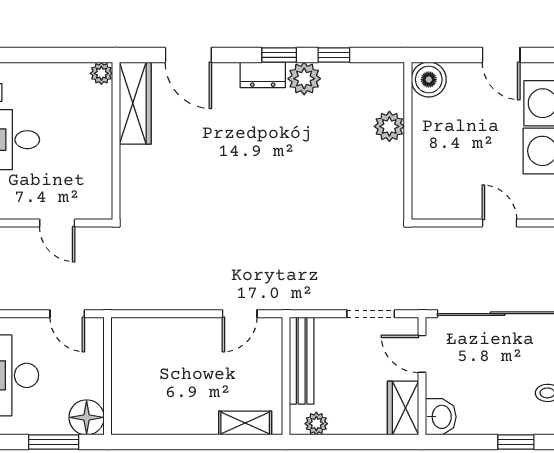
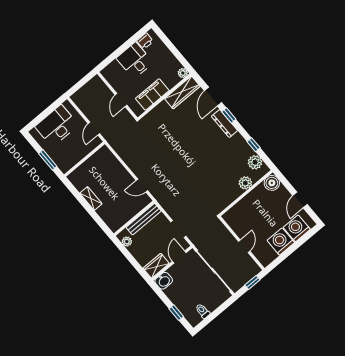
window: (279, 55) -> (229, 115), moved
dresser: (263, 75) -> (224, 123), width x1.44
plant: (304, 79) -> (255, 162), moved
filing cabinet: (94, 159) -> (152, 95), added
floor lamp: (87, 417) -> (65, 164), removed
shelving: (245, 423) -> (91, 198), moved

